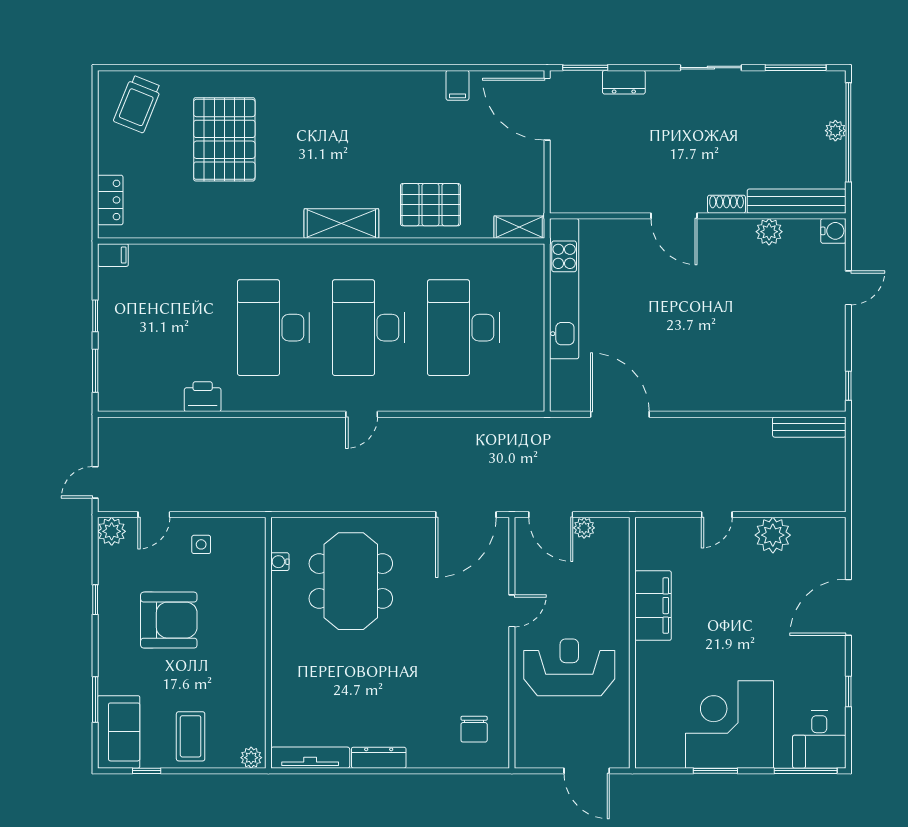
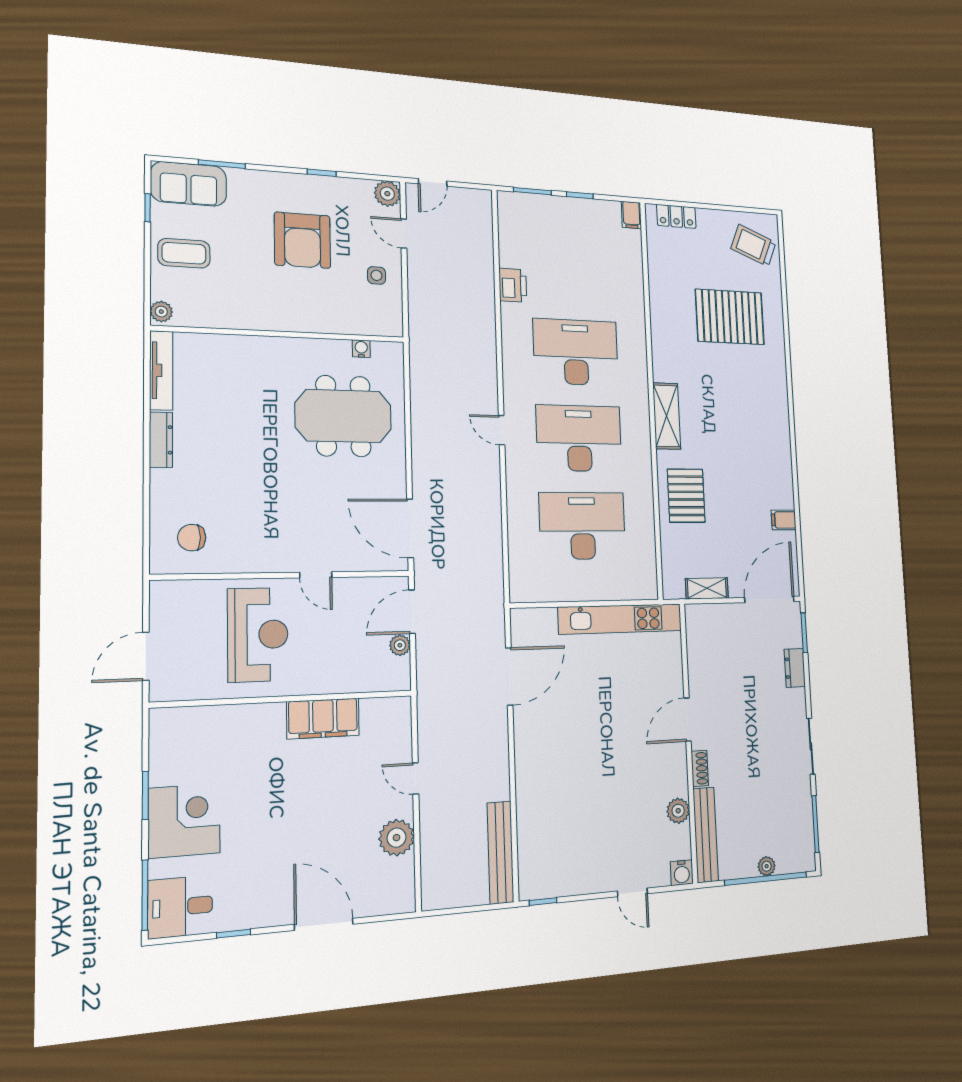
shelving: (519, 227) -> (707, 588), moved, turned 90
bench: (809, 427) -> (500, 852), width x1.37, depth x1.21
door: (95, 482) -> (433, 182), swing flipped
corner desk: (729, 724) -> (184, 821), width x0.74, depth x0.74

